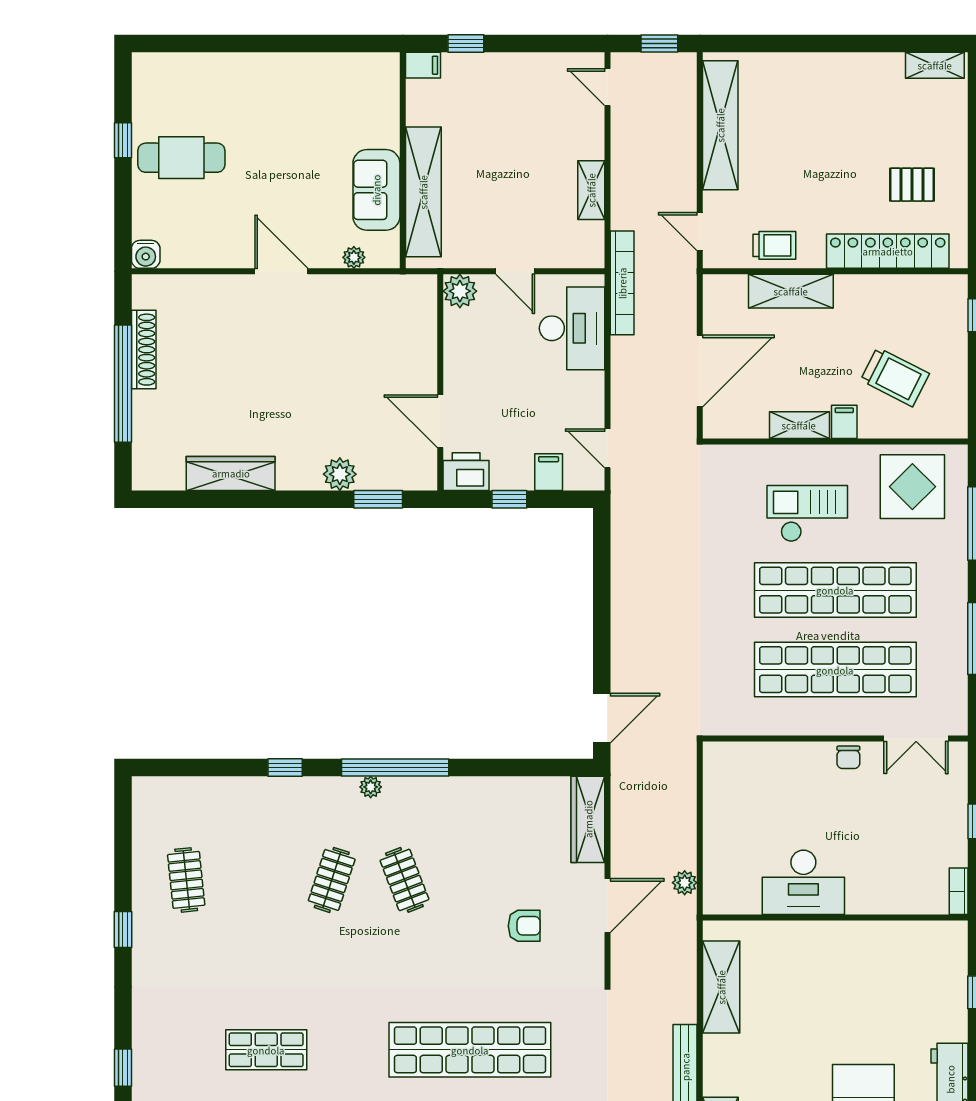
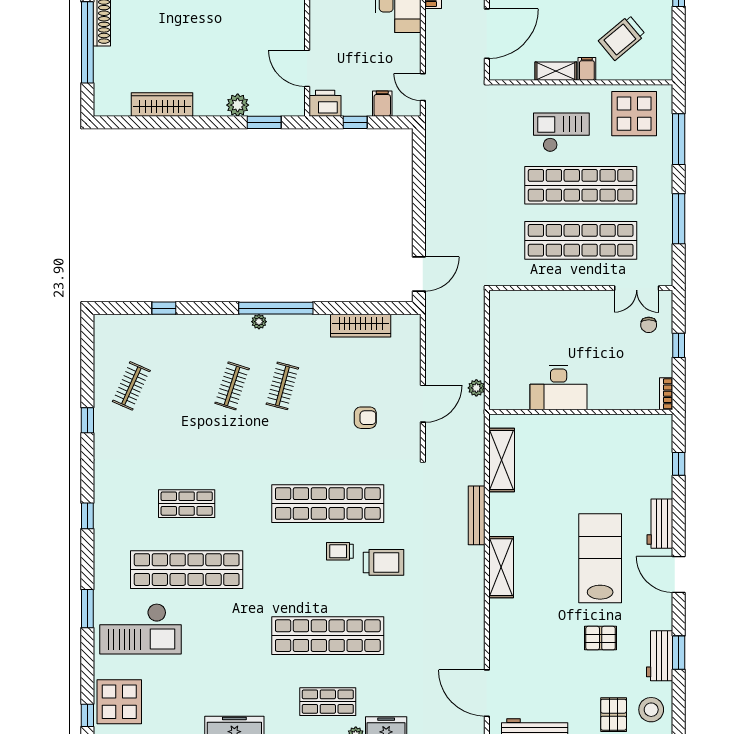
trolley: (895, 377) -> (622, 38), turned 113
chair: (848, 757) -> (649, 325), moved
window: (285, 767) -> (164, 308), moved
wardrobe: (588, 819) -> (361, 326), moved, turned -90
clothes rail: (186, 880) -> (131, 386), turned 30
clothes rail: (404, 880) -> (282, 386), turned 36

